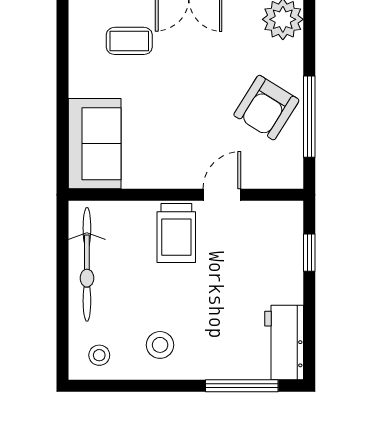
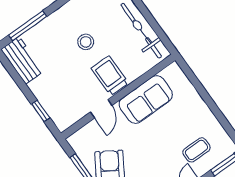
sofa: (95, 144) -> (146, 100), moved, turned -90
stool: (160, 345) -> (86, 42), moved

